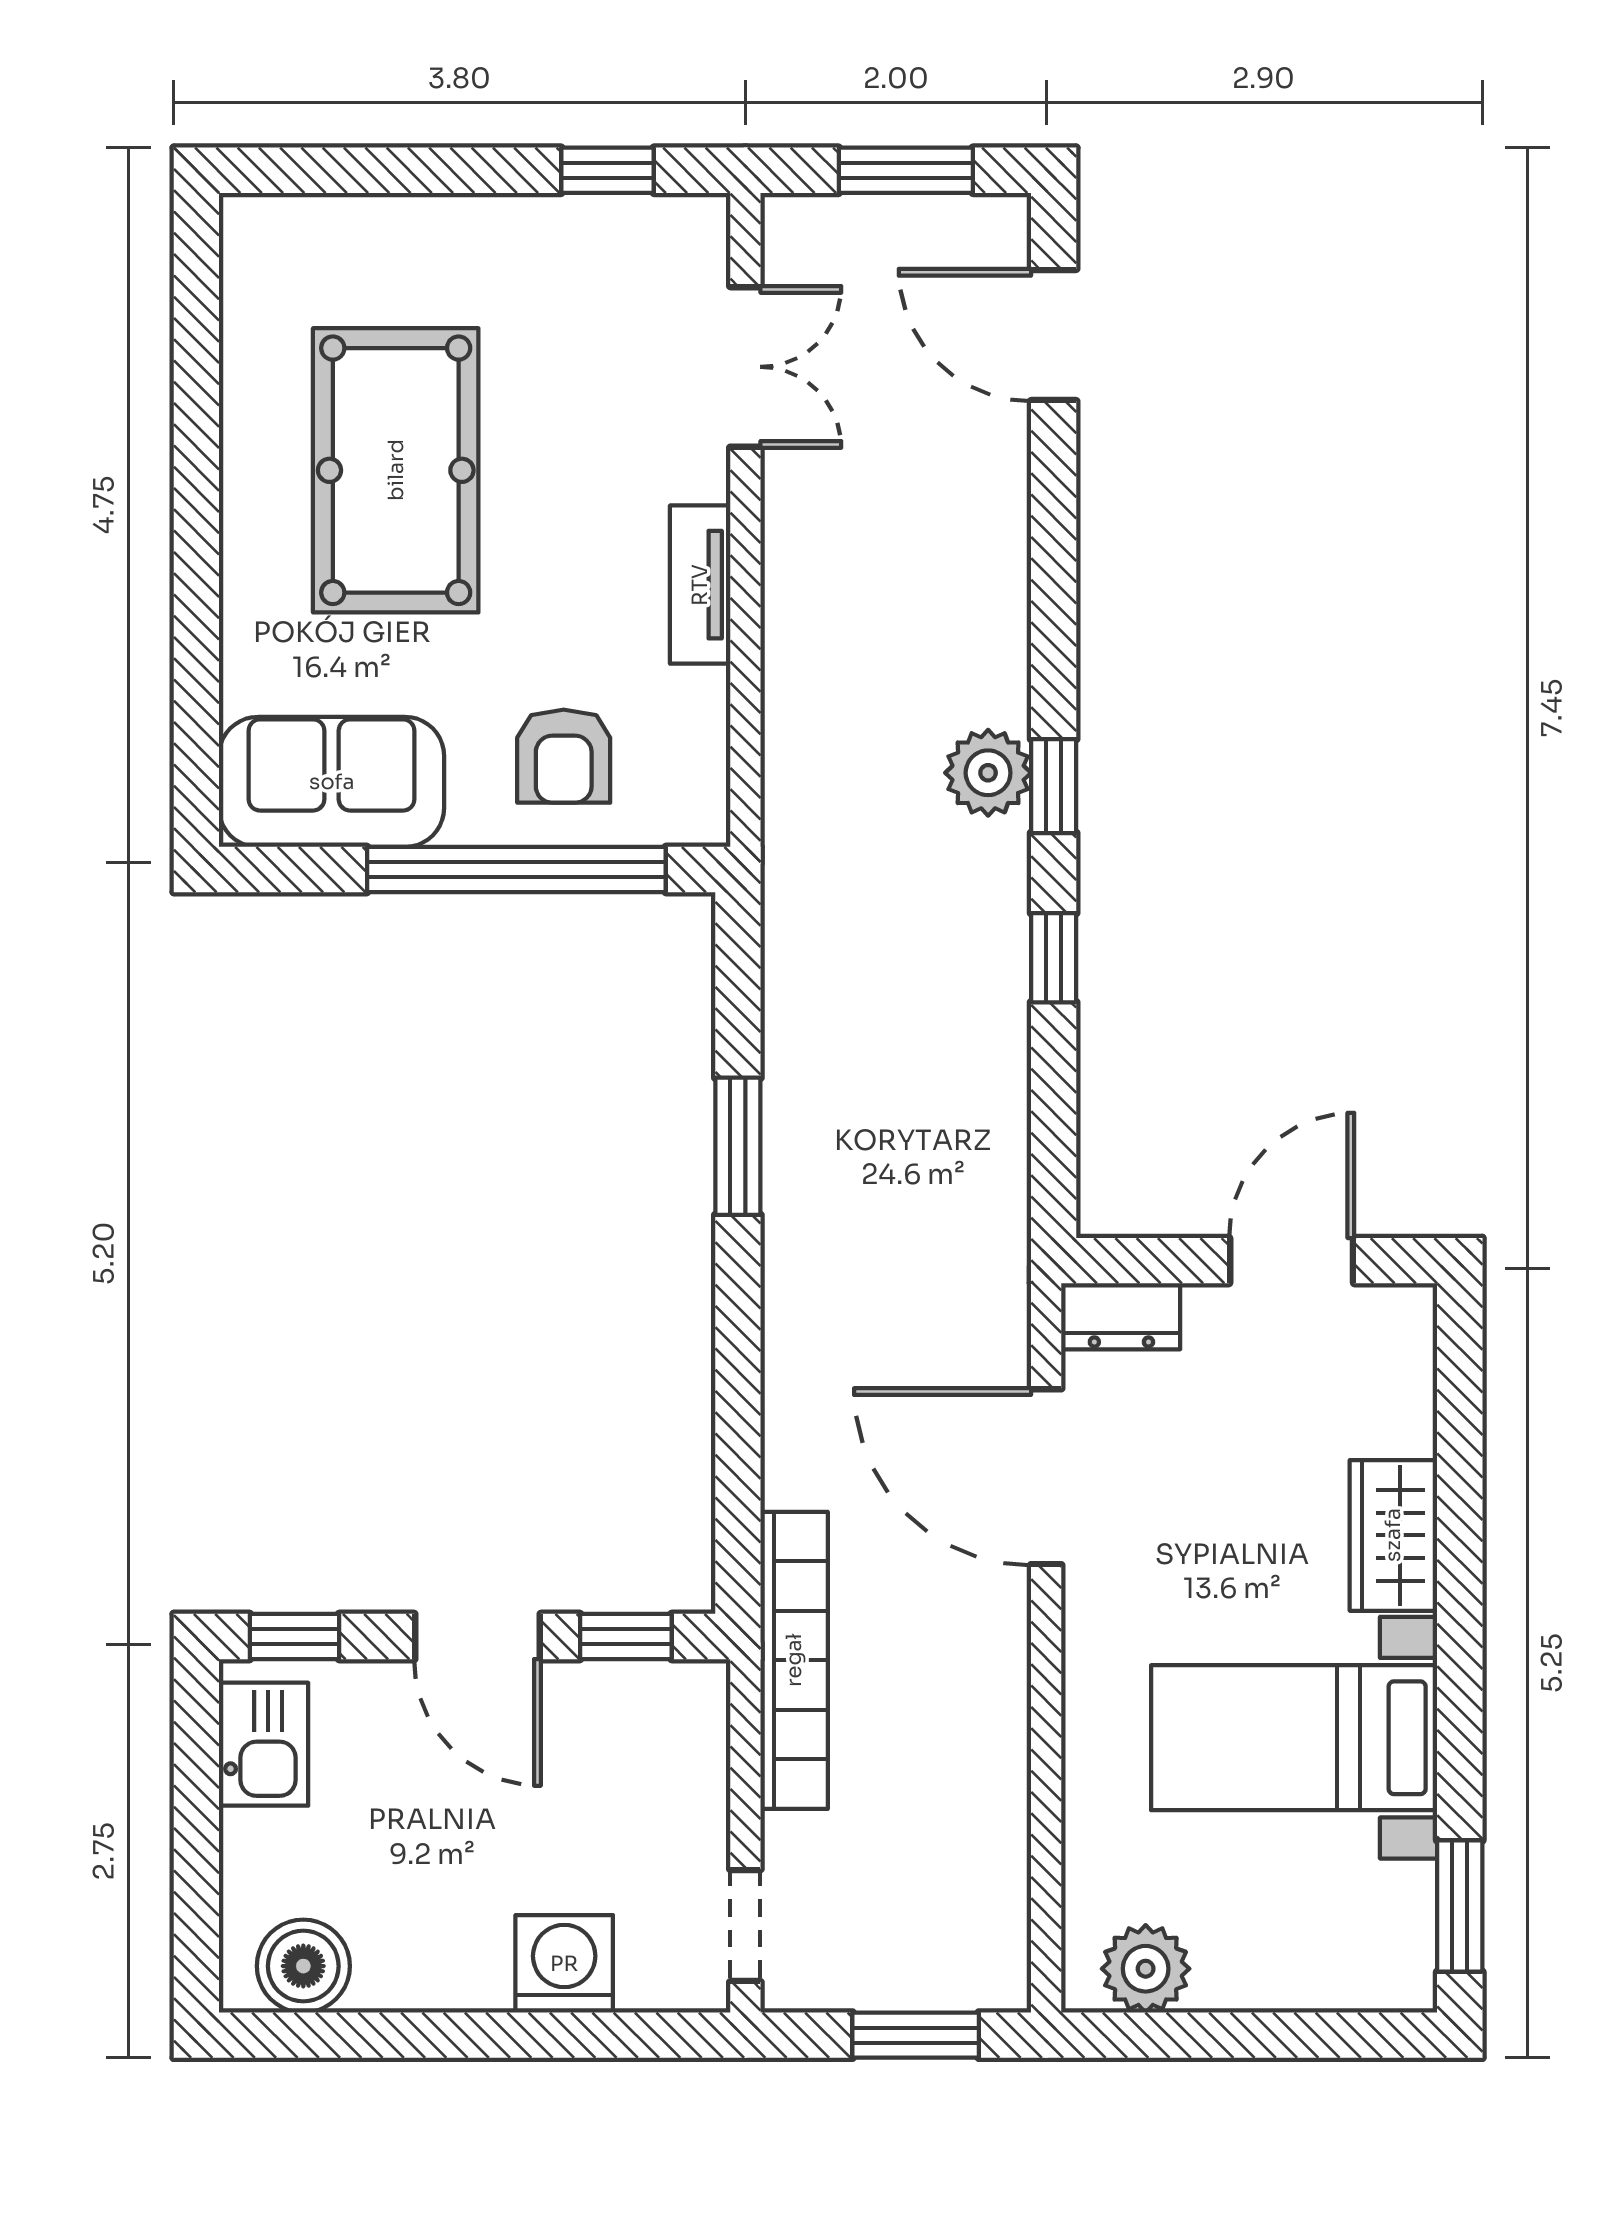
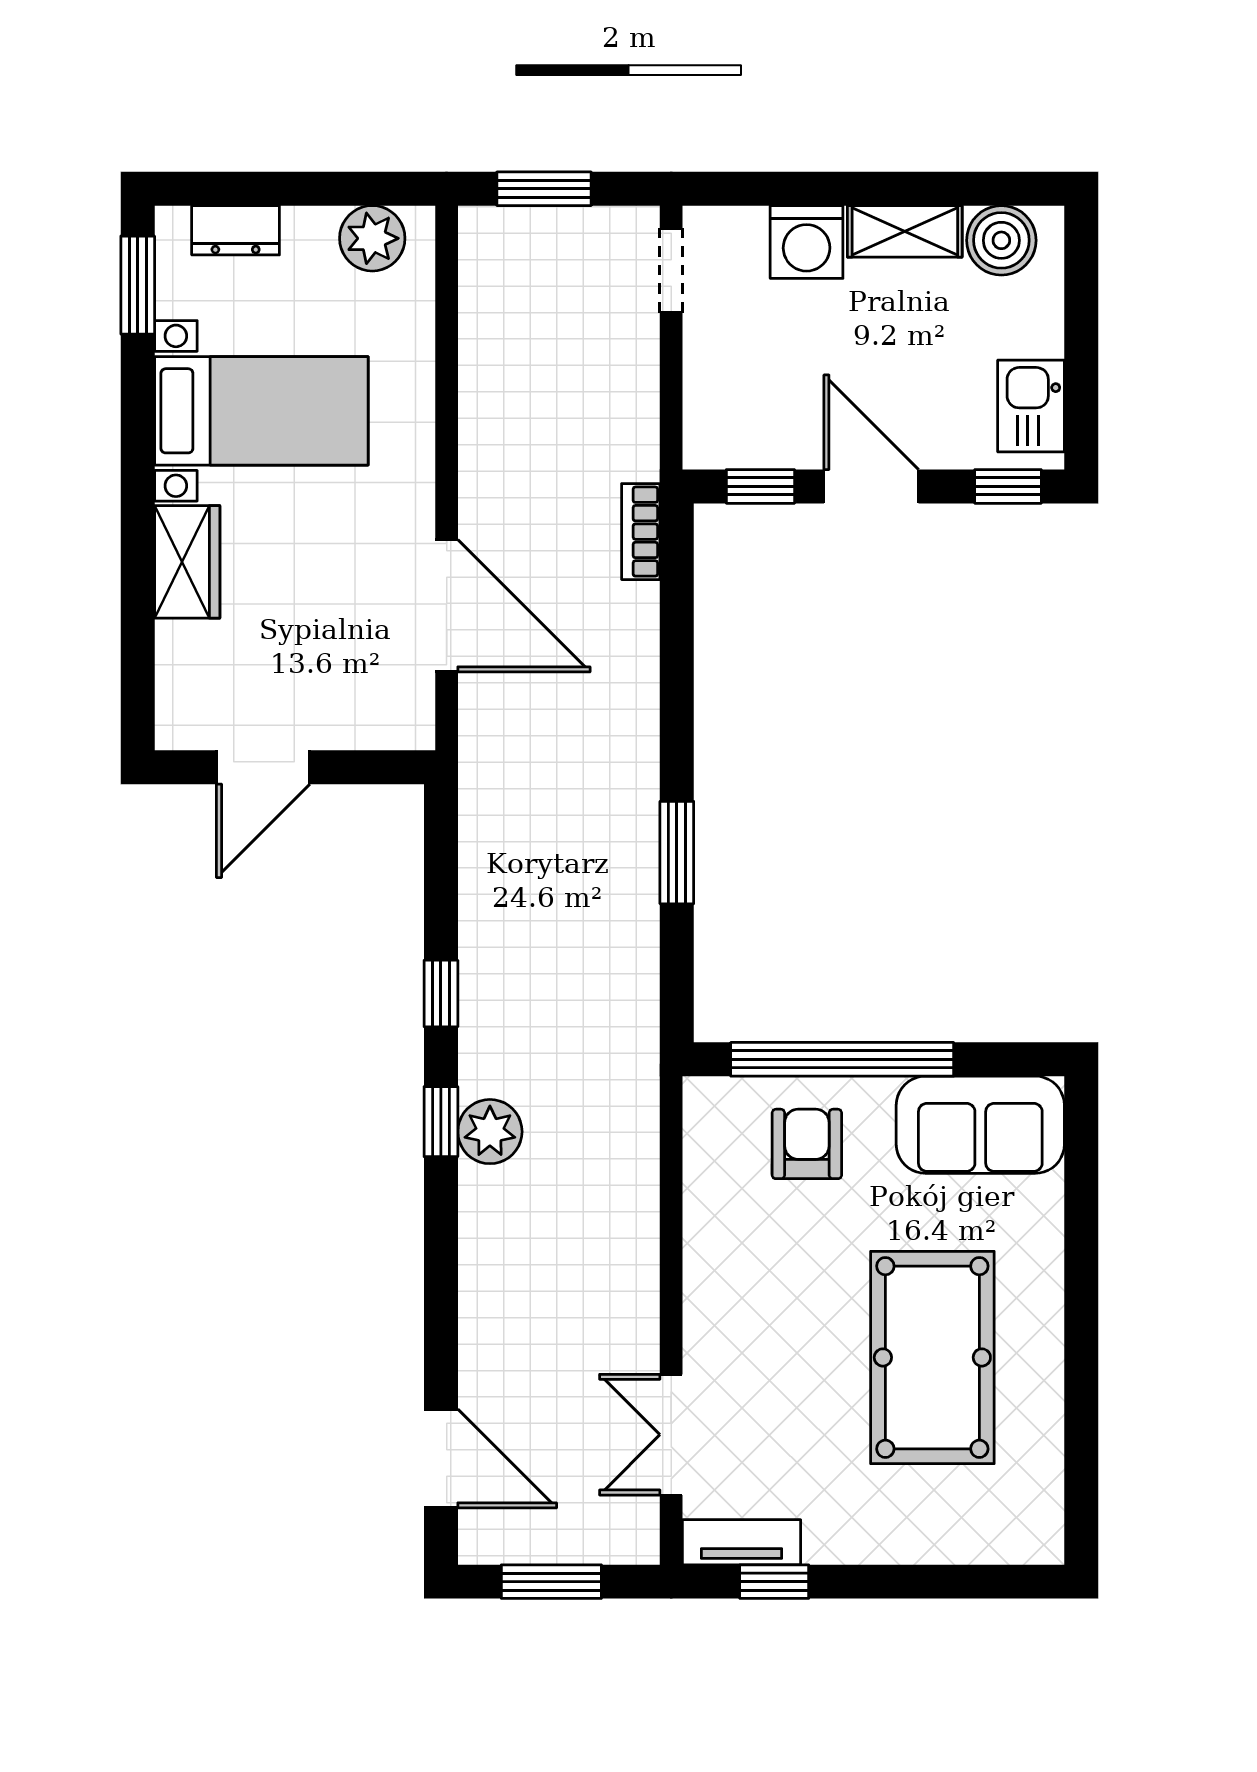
tv unit: (700, 585) -> (742, 1542), moved, turned -90
dresser: (1121, 1316) -> (236, 230), moved, turned 180
bookcase: (794, 1660) -> (641, 532), width x0.43, depth x0.76
shelving: (433, 1978) -> (905, 231), added

